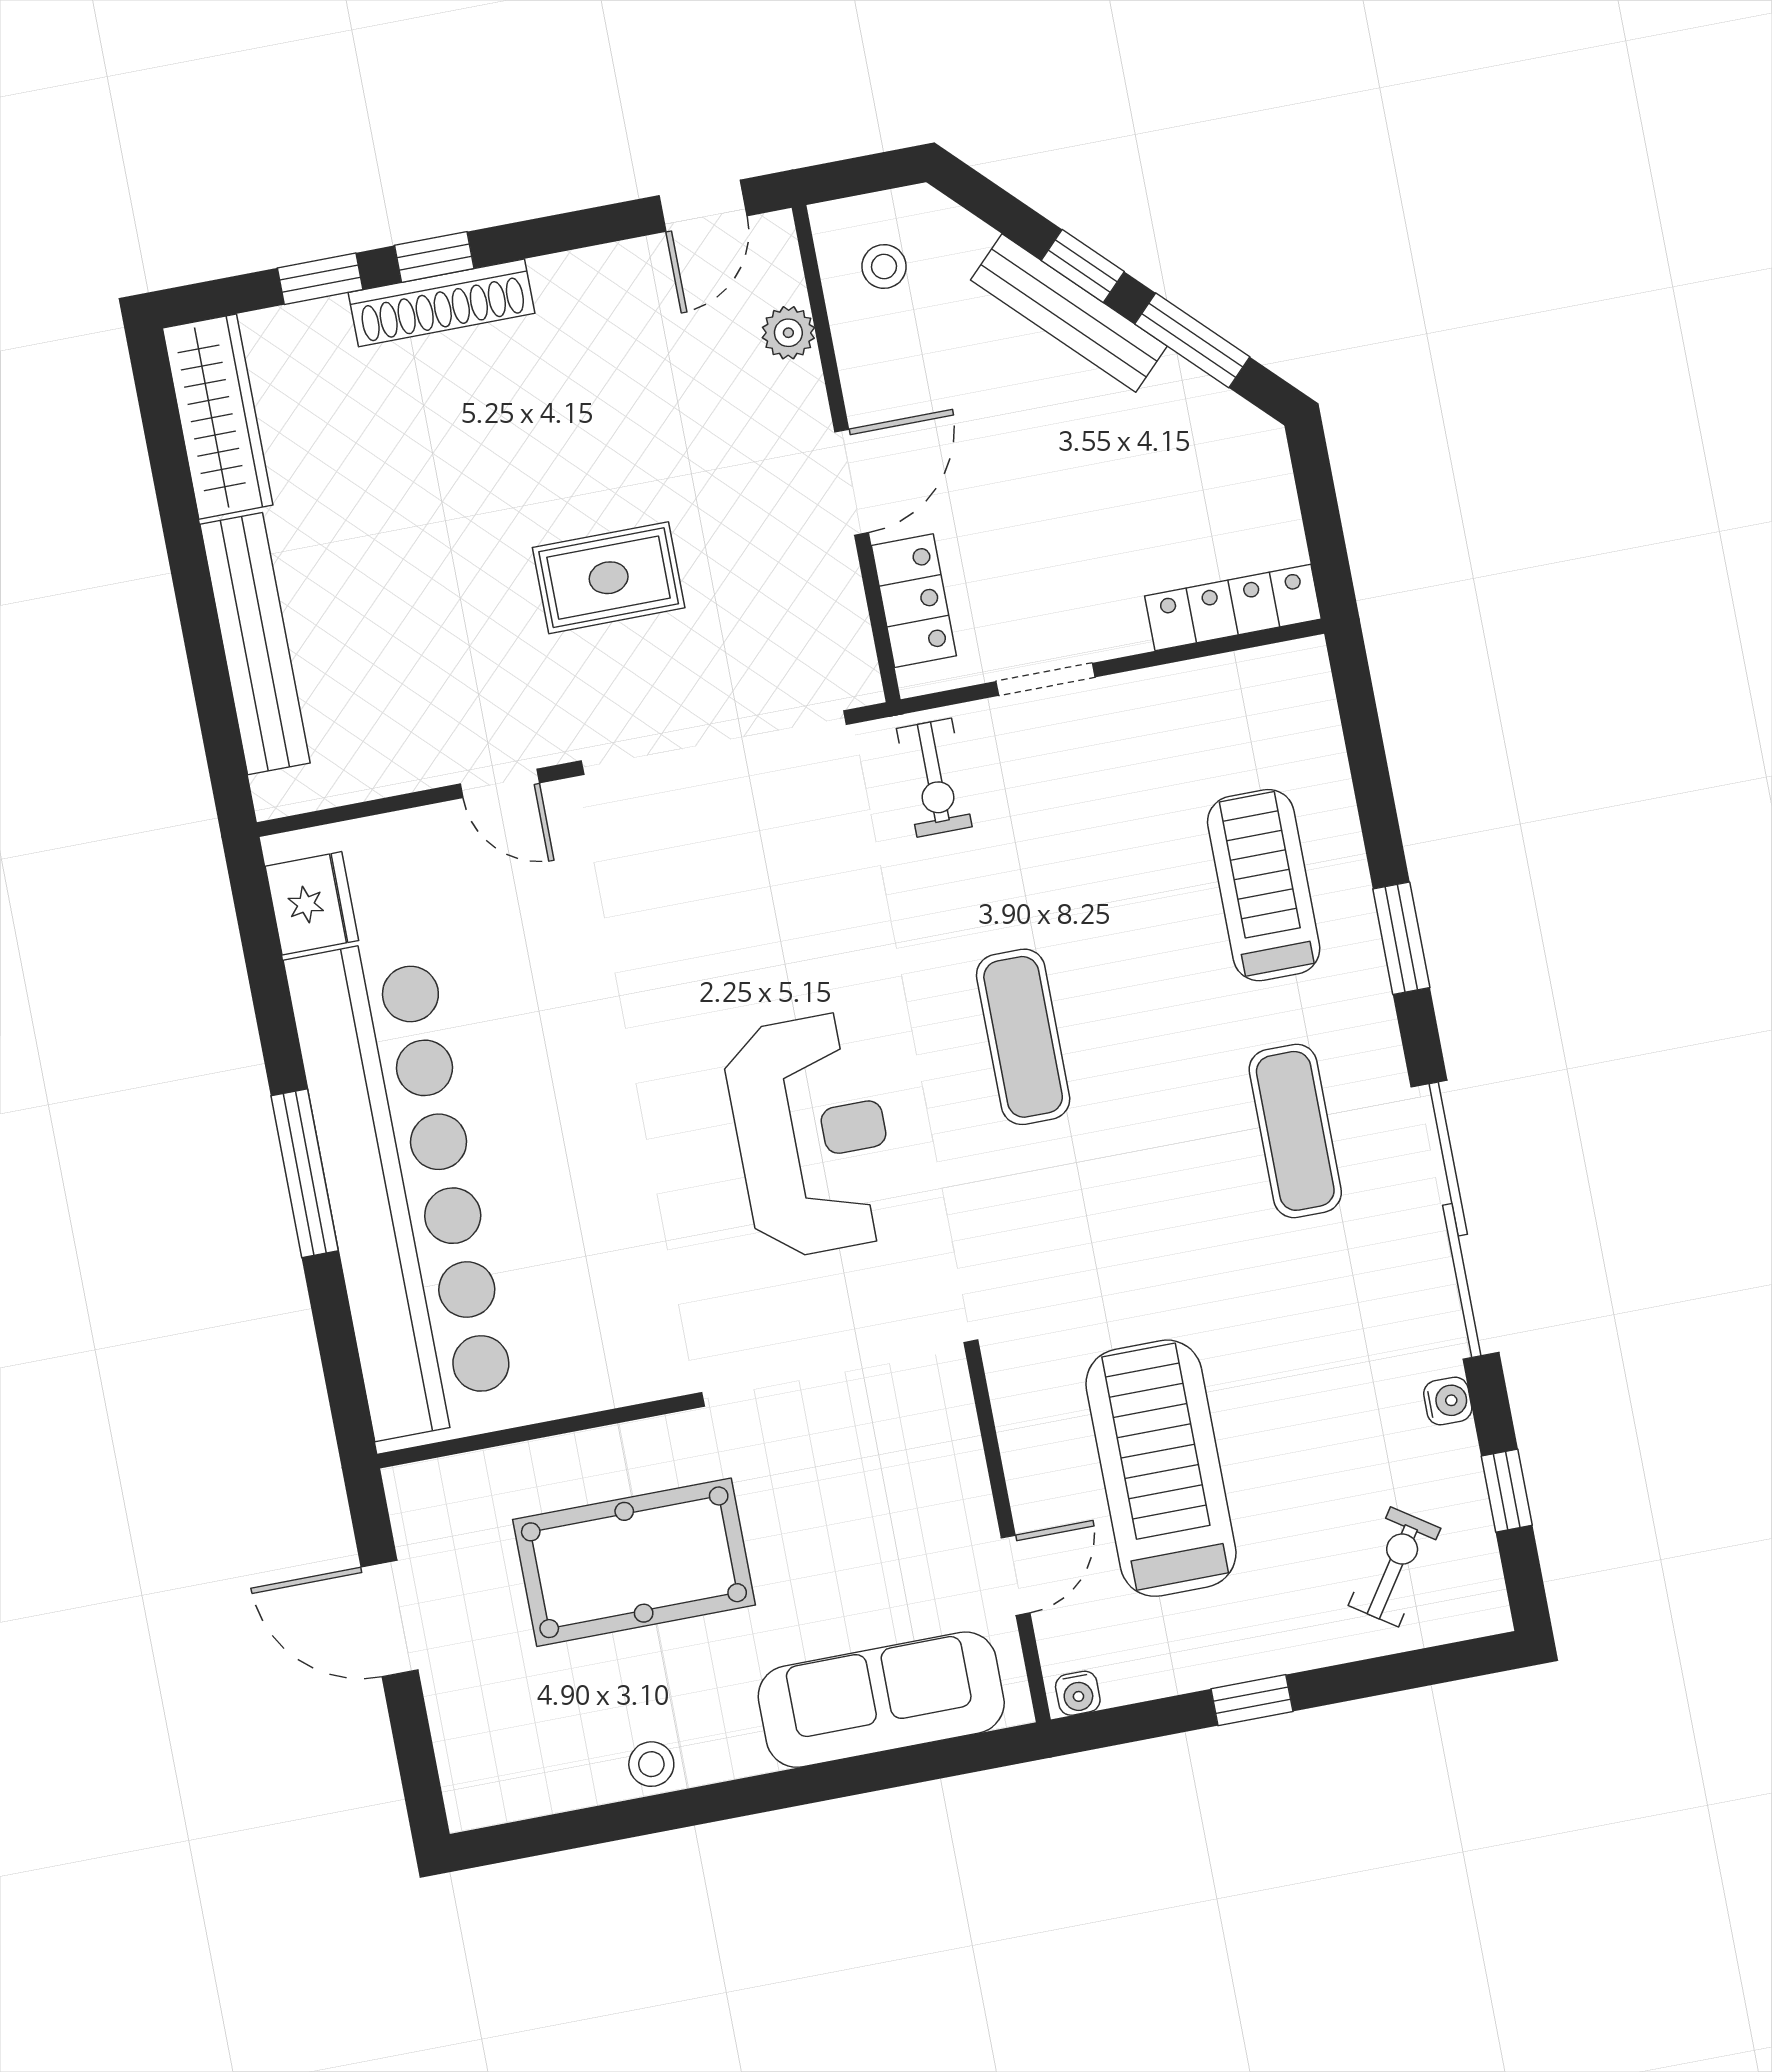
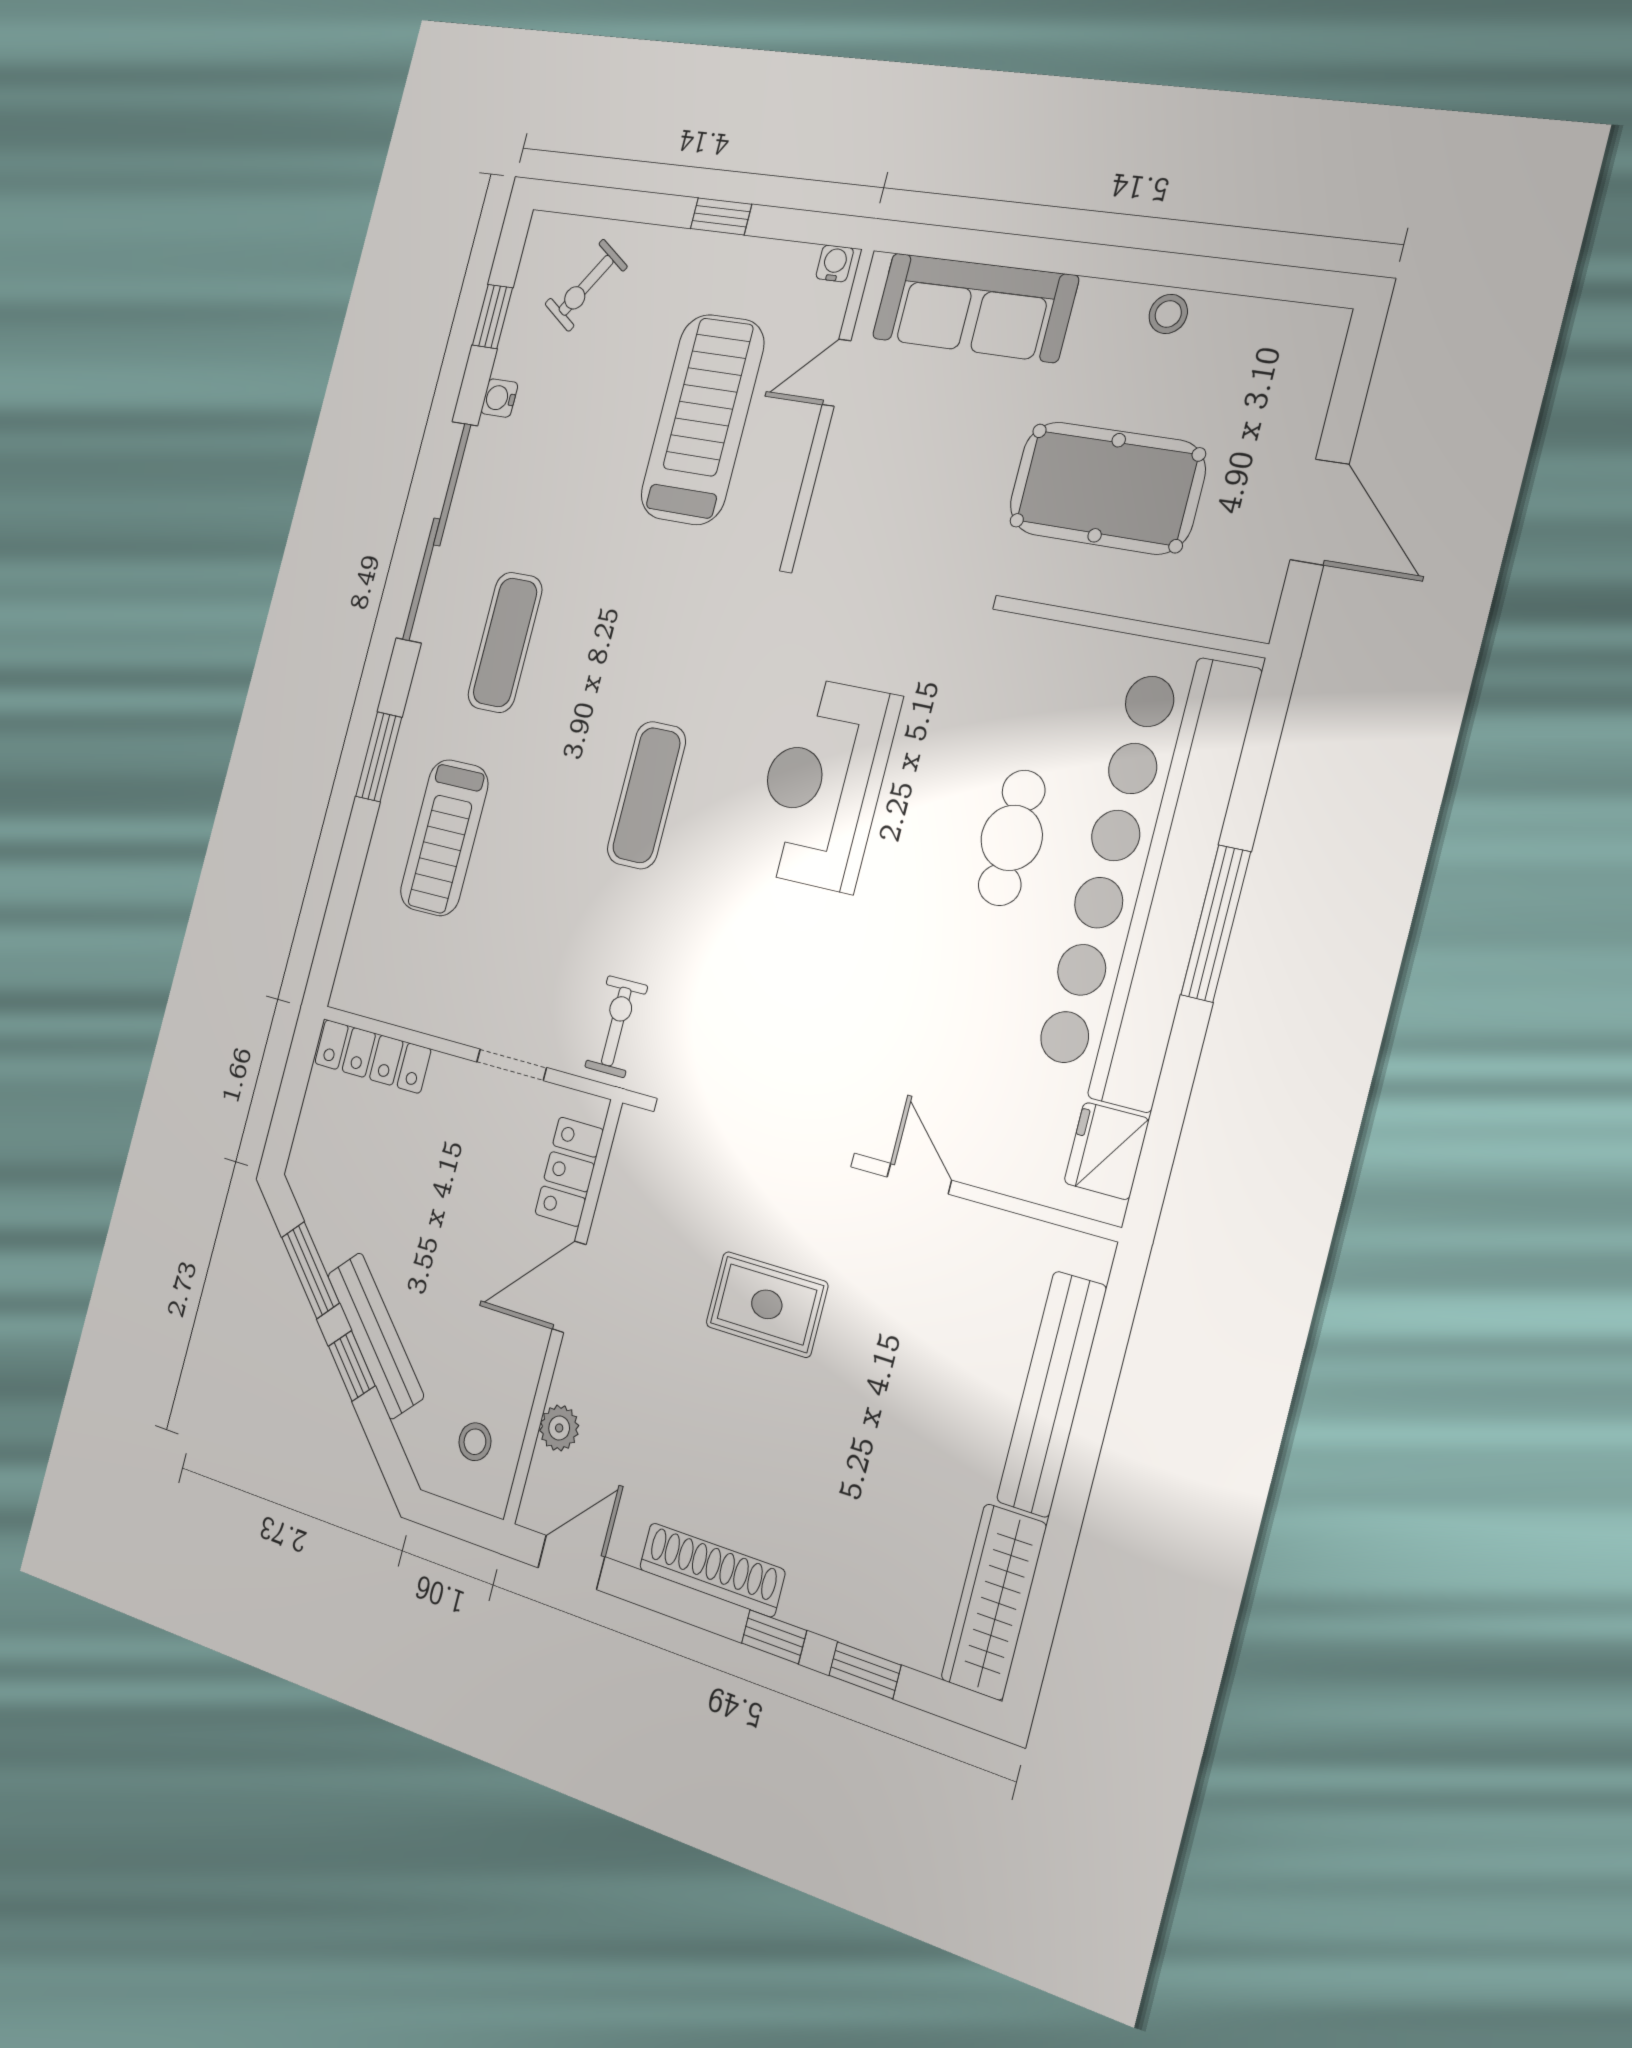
shoe rack: (442, 303) -> (712, 1570), moved
cafe table: (566, 1167) -> (1012, 838), added
treadmill: (1161, 1468) -> (702, 419), turned 180

